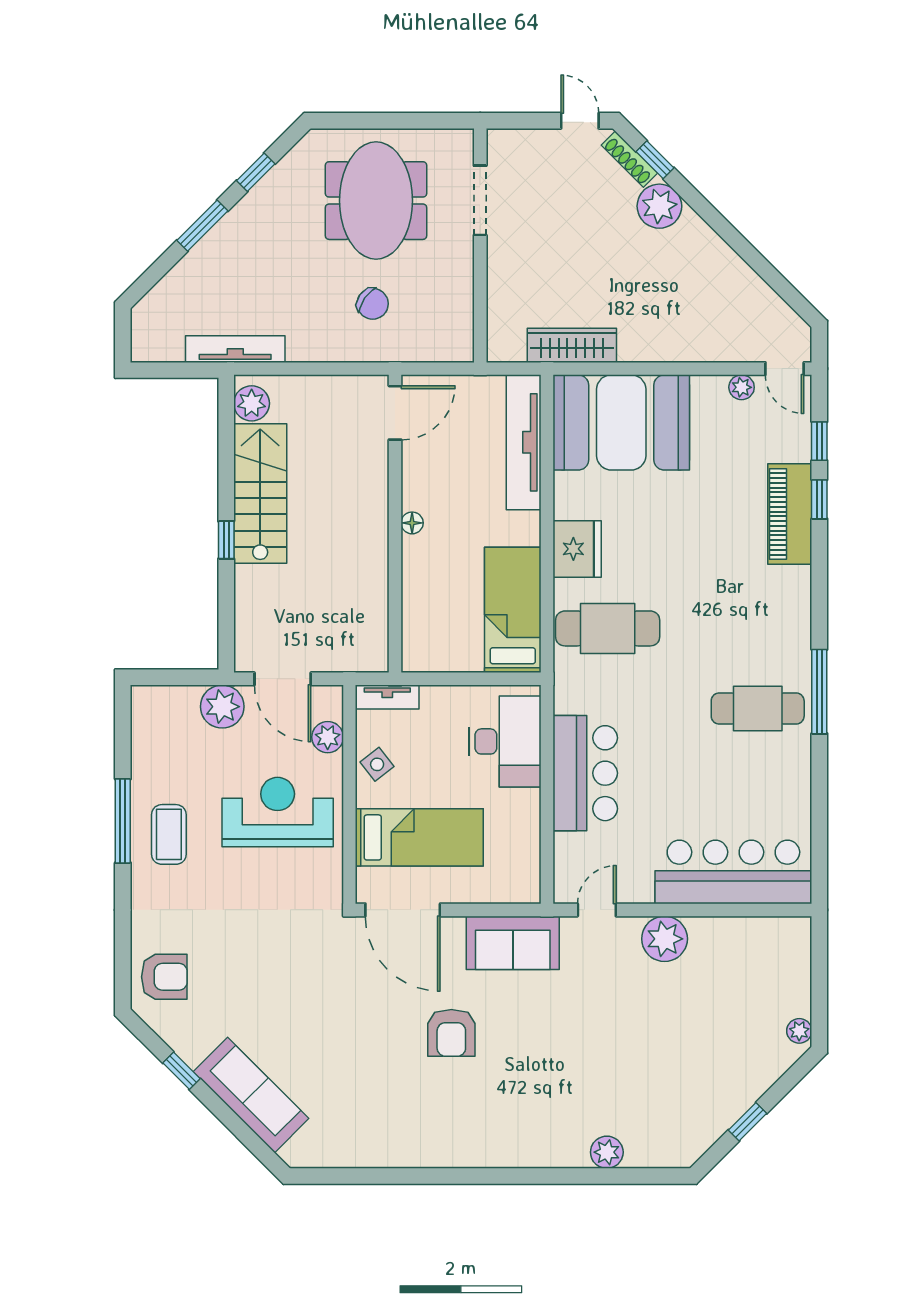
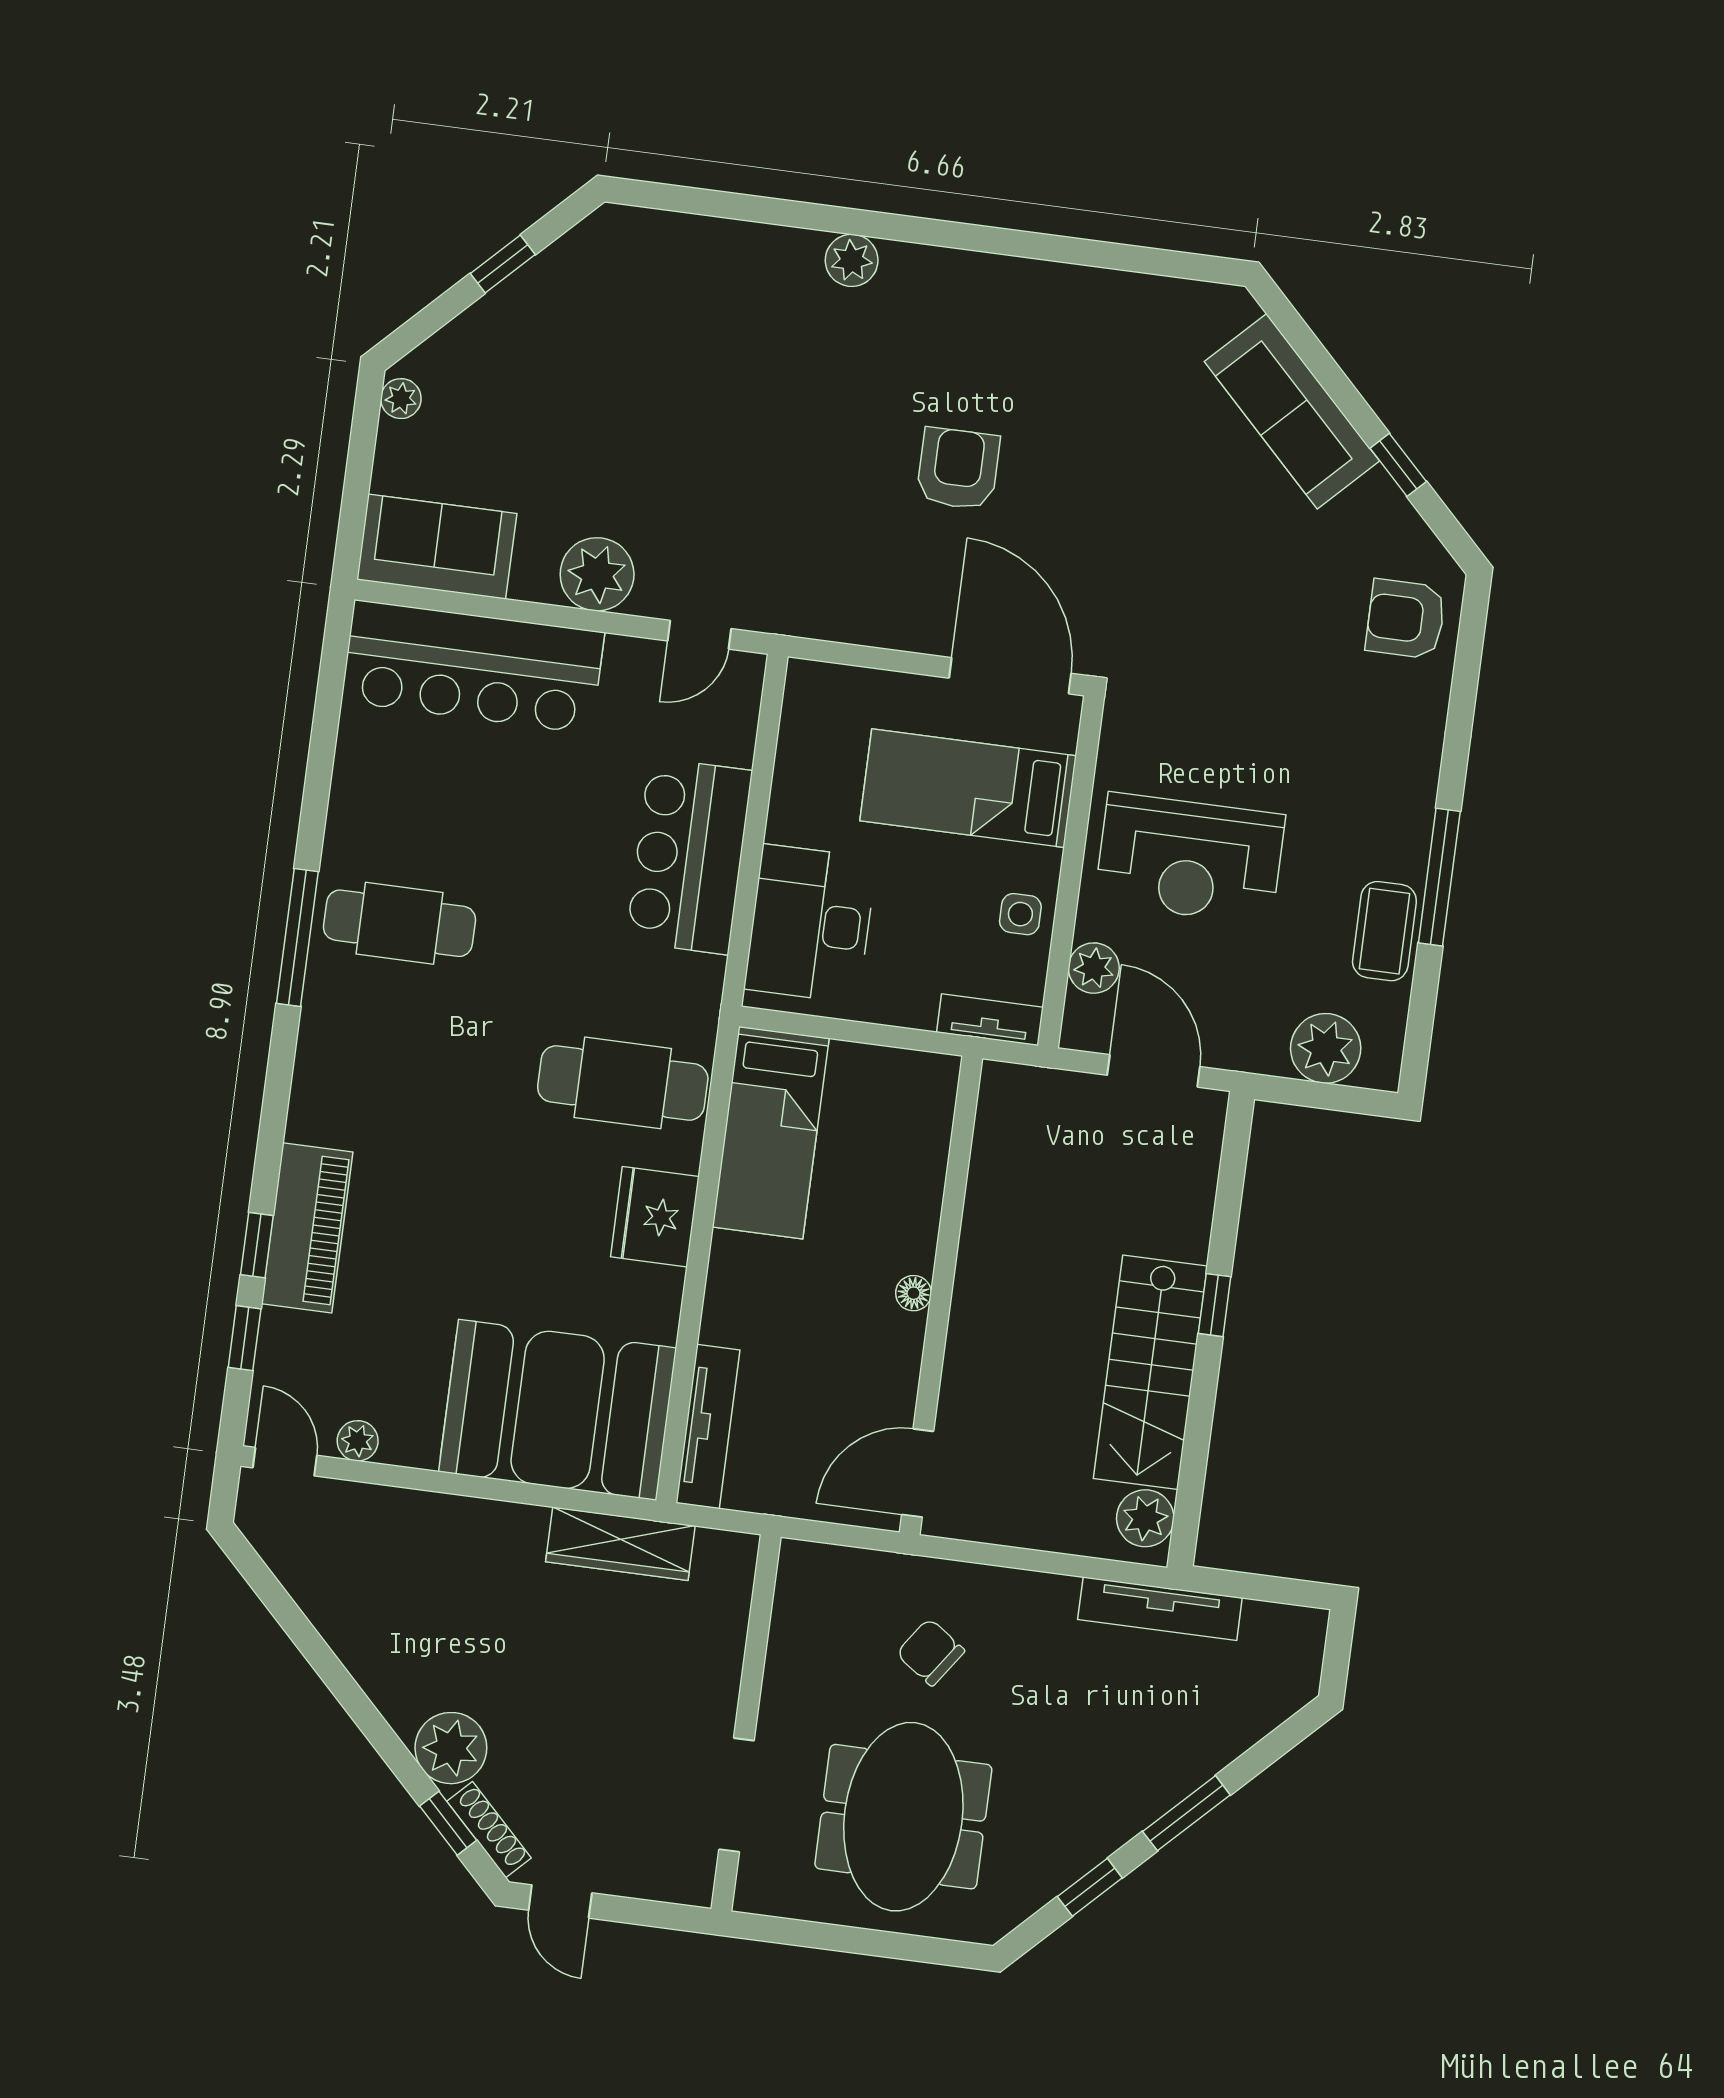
tv unit: (524, 442) -> (708, 1427), width x0.73, depth x0.78
plant: (222, 707) -> (1326, 1048), moved
side table: (377, 764) -> (1020, 914), turned 38
coffee table: (169, 834) -> (1384, 931), moved
sofa: (513, 943) -> (437, 547), moved
plant: (607, 1152) -> (852, 260), moved

